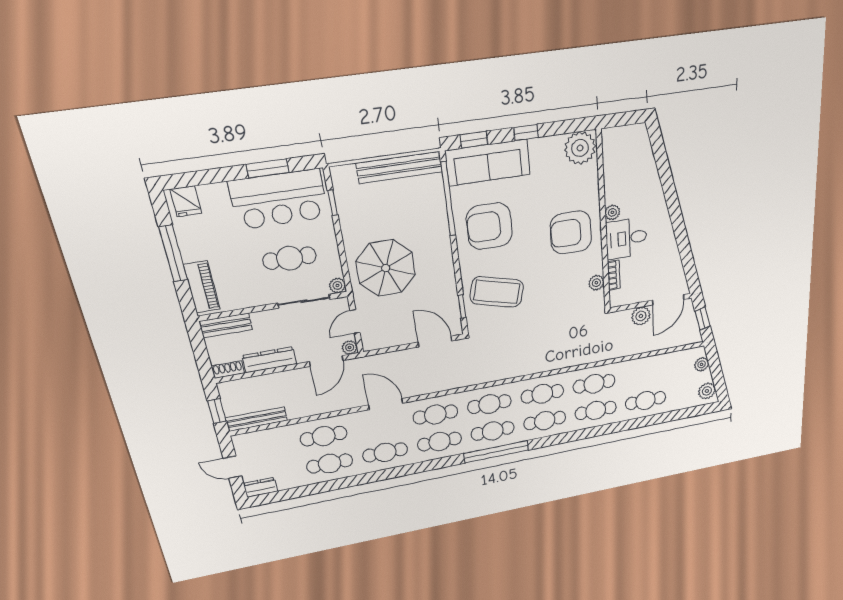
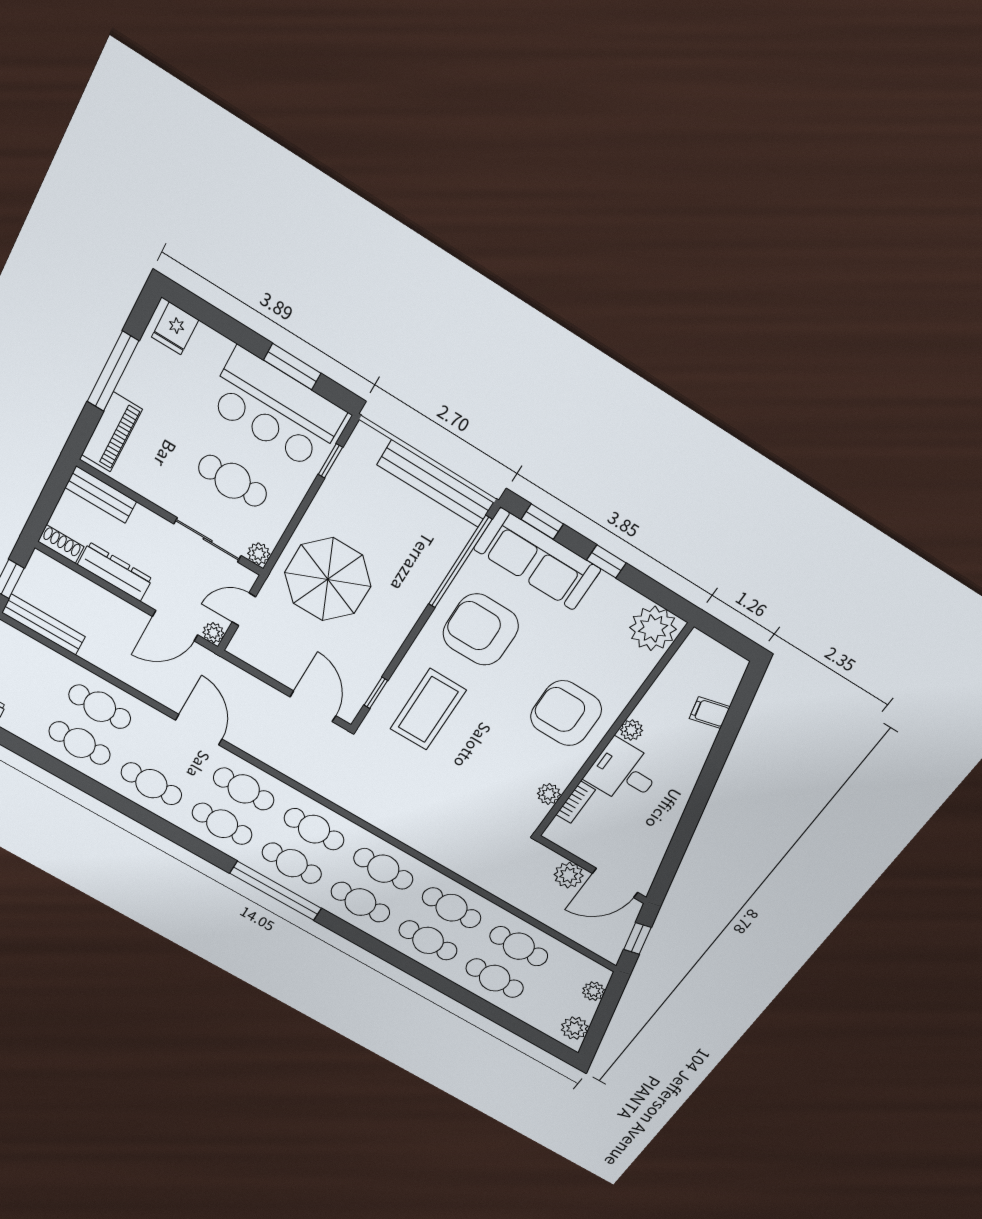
filing cabinet: (646, 168) -> (710, 713), added
coffee table: (497, 292) -> (428, 709), turned 75
cafe table: (645, 374) -> (519, 946), added

